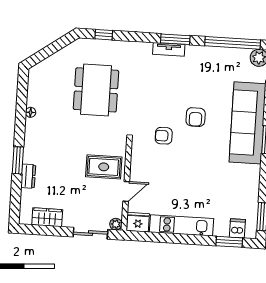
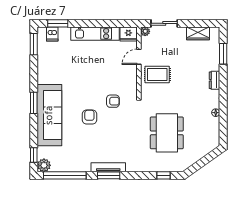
tv unit: (169, 49) -> (108, 167), width x1.41
window: (18, 160) -> (223, 54), moved
dresser: (28, 176) -> (214, 80), moved

